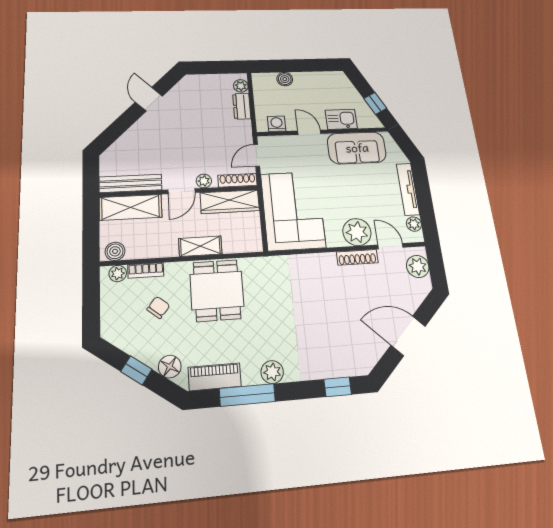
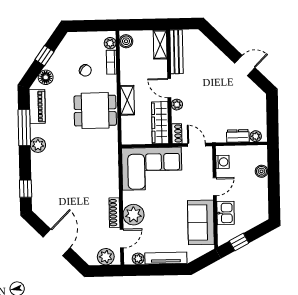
shoe rack: (237, 180) -> (177, 134), width x0.70
shelving: (131, 207) -> (160, 45), width x0.67, depth x0.75

